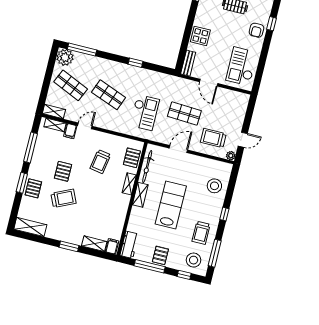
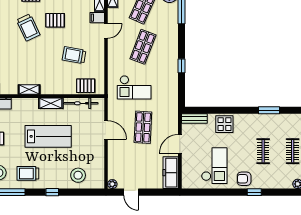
checkout: (242, 66) -> (214, 166), moved, turned 90
freezer: (234, 98) -> (171, 173), added
door: (85, 126) -> (106, 31), hinge flipped
trolley: (213, 138) -> (126, 162), removed
shelving: (129, 184) -> (29, 90), moved

